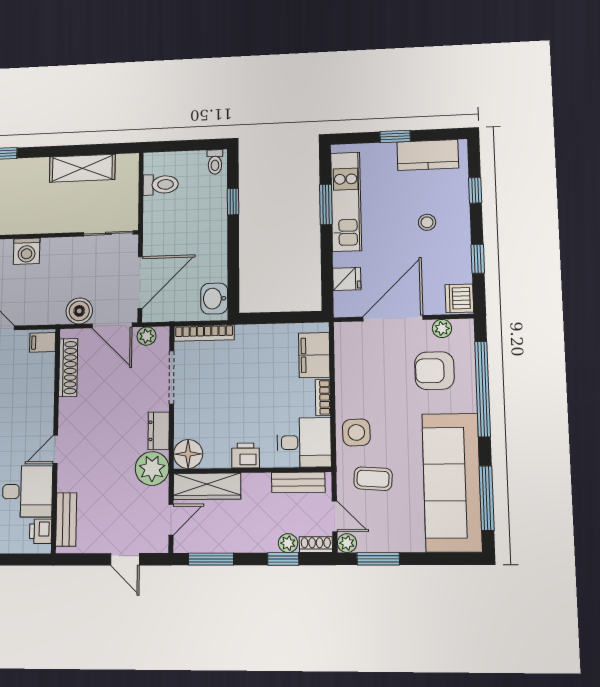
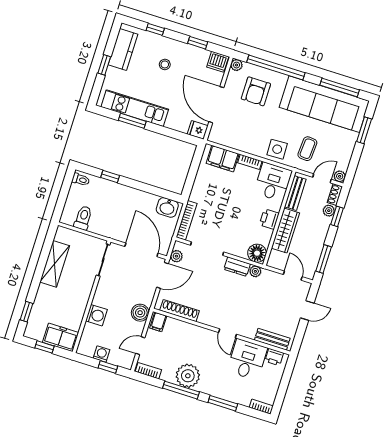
fridge: (347, 279) -> (198, 130), moved, turned -90
boiler: (79, 311) -> (140, 313), moved
plant: (442, 329) -> (236, 65), moved
plant: (152, 468) -> (255, 271), width x0.53, depth x0.53
wardrobe: (207, 486) -> (285, 231), moved
window: (378, 559) -> (364, 130), moved

